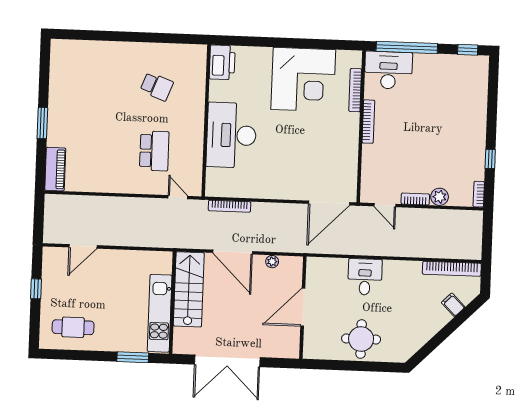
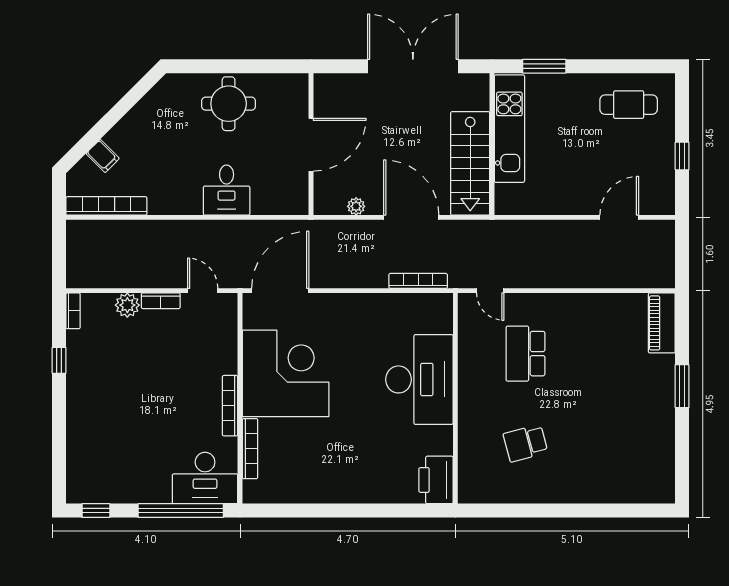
corner desk: (303, 80) -> (286, 373), moved, turned 90
school desk: (157, 86) -> (525, 443), turned -36

